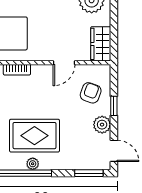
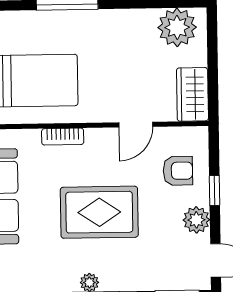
armchair: (91, 93) -> (178, 171), turned 70
rug: (34, 136) -> (99, 212), moved

